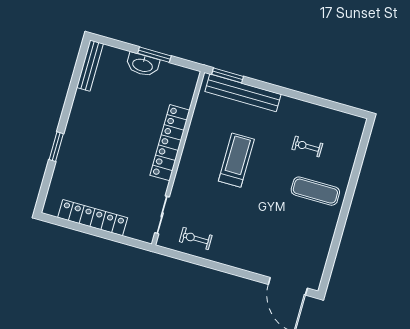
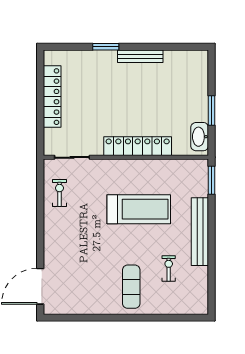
washbasin: (143, 65) -> (200, 137), moved
bench: (90, 66) -> (140, 56), moved
bench: (243, 93) -> (200, 232), moved
treadmill: (236, 160) -> (139, 209), width x1.37, depth x1.38

